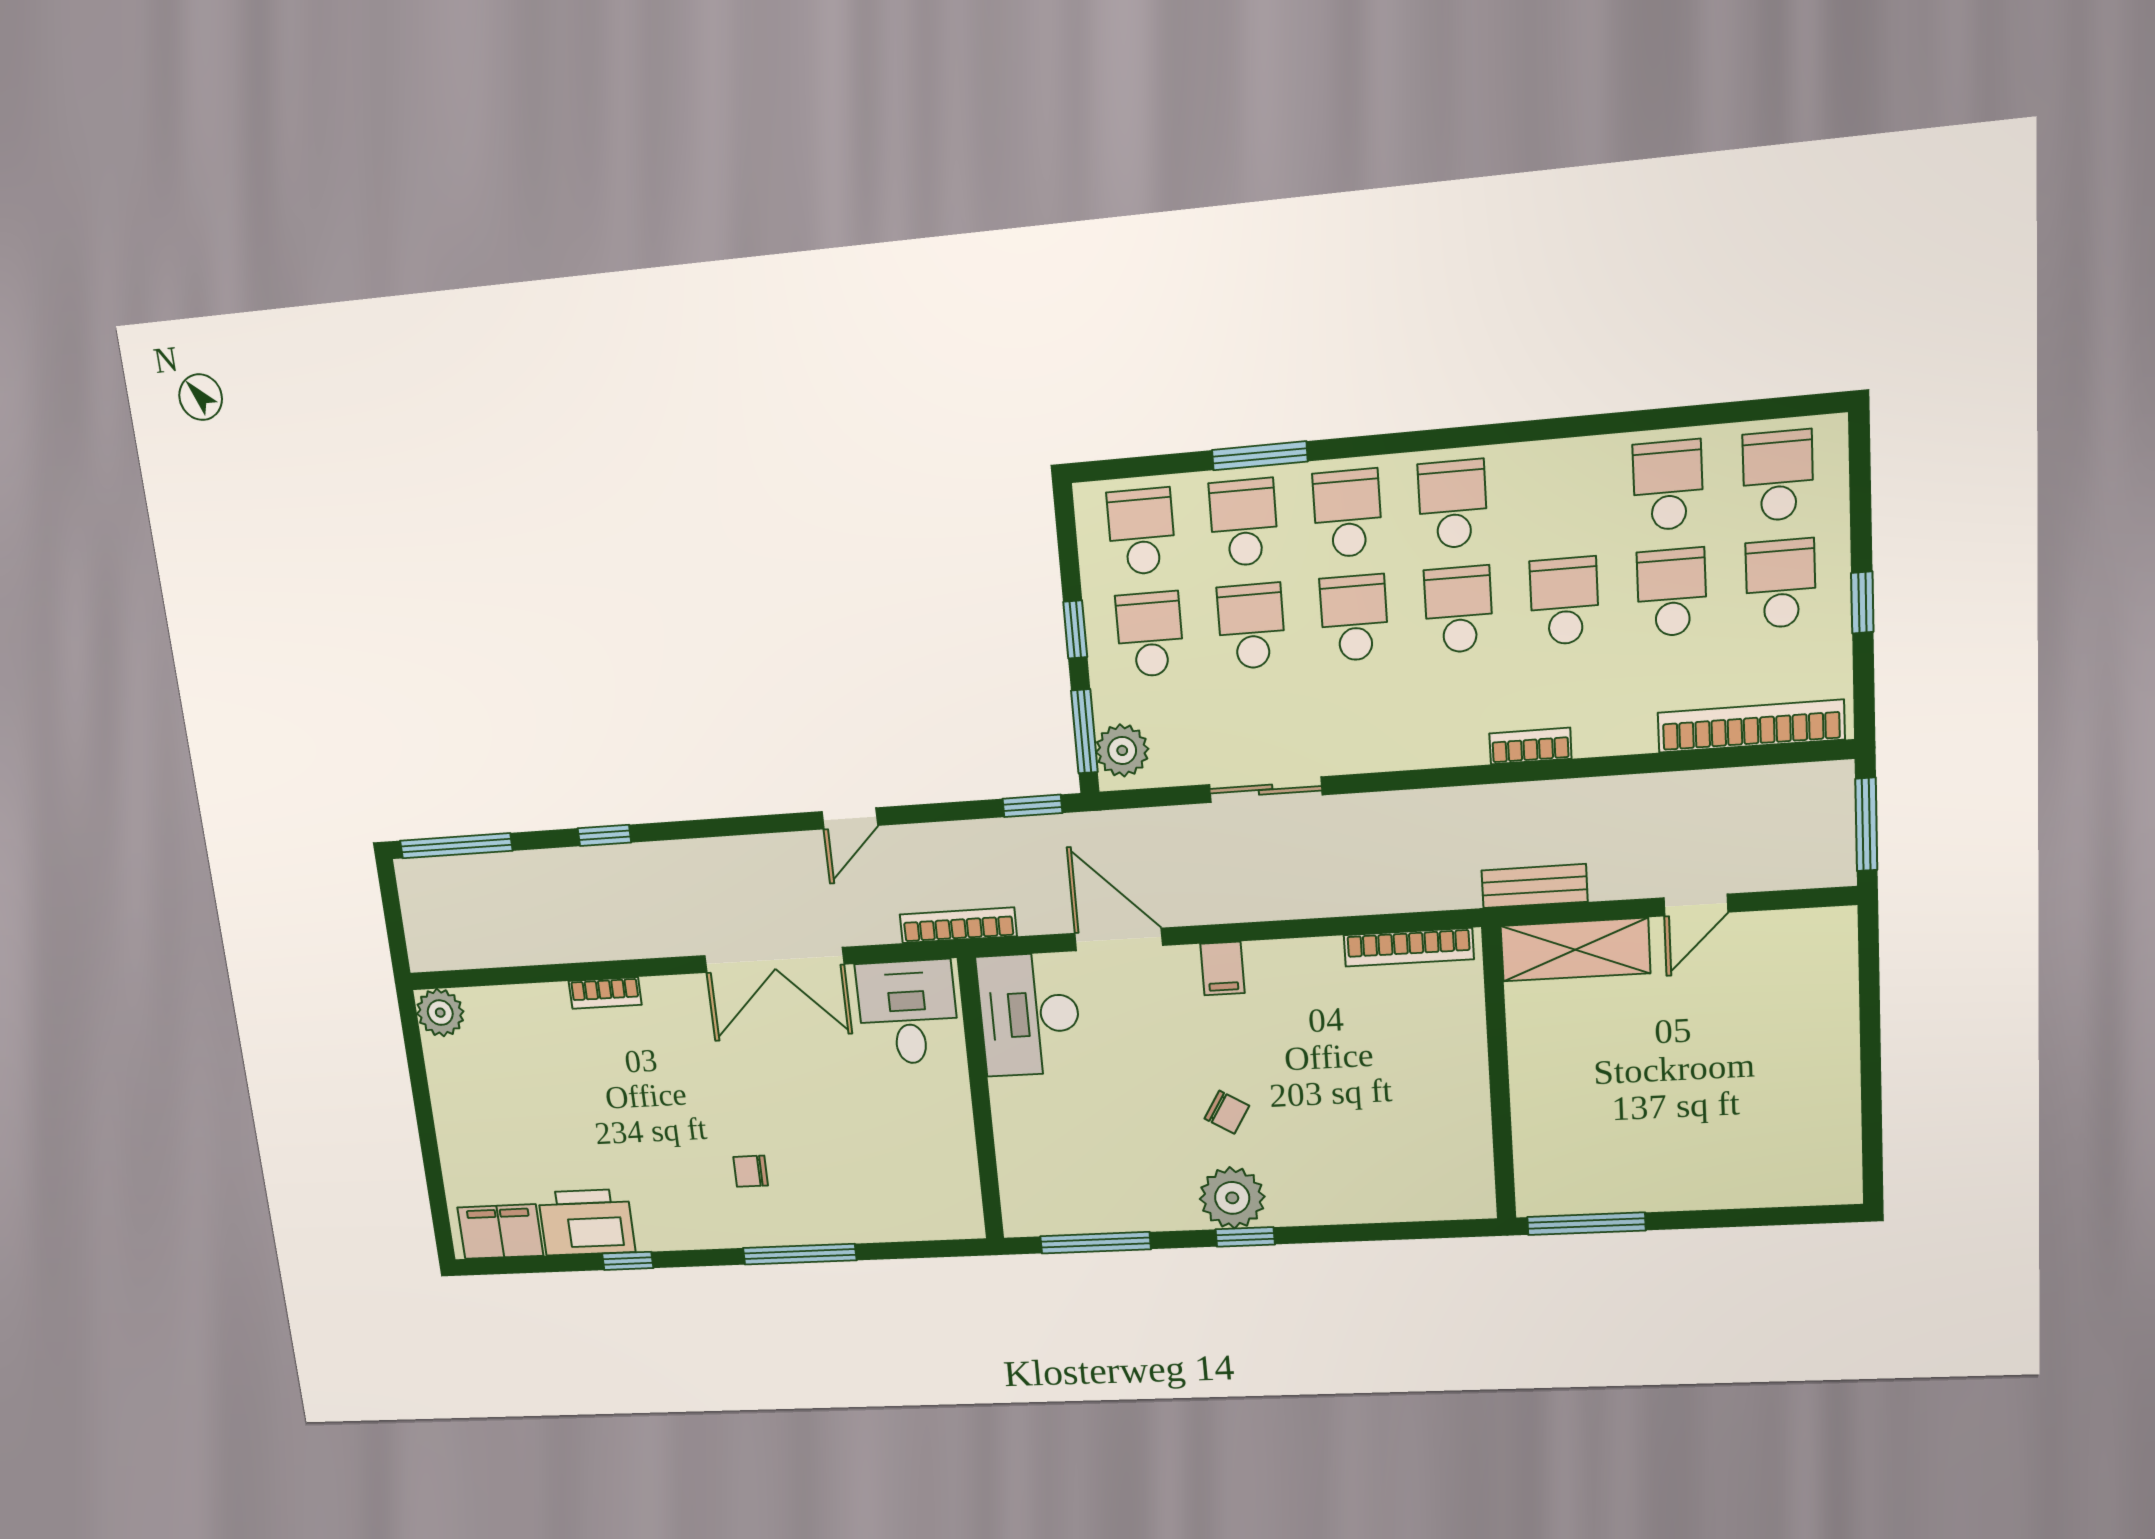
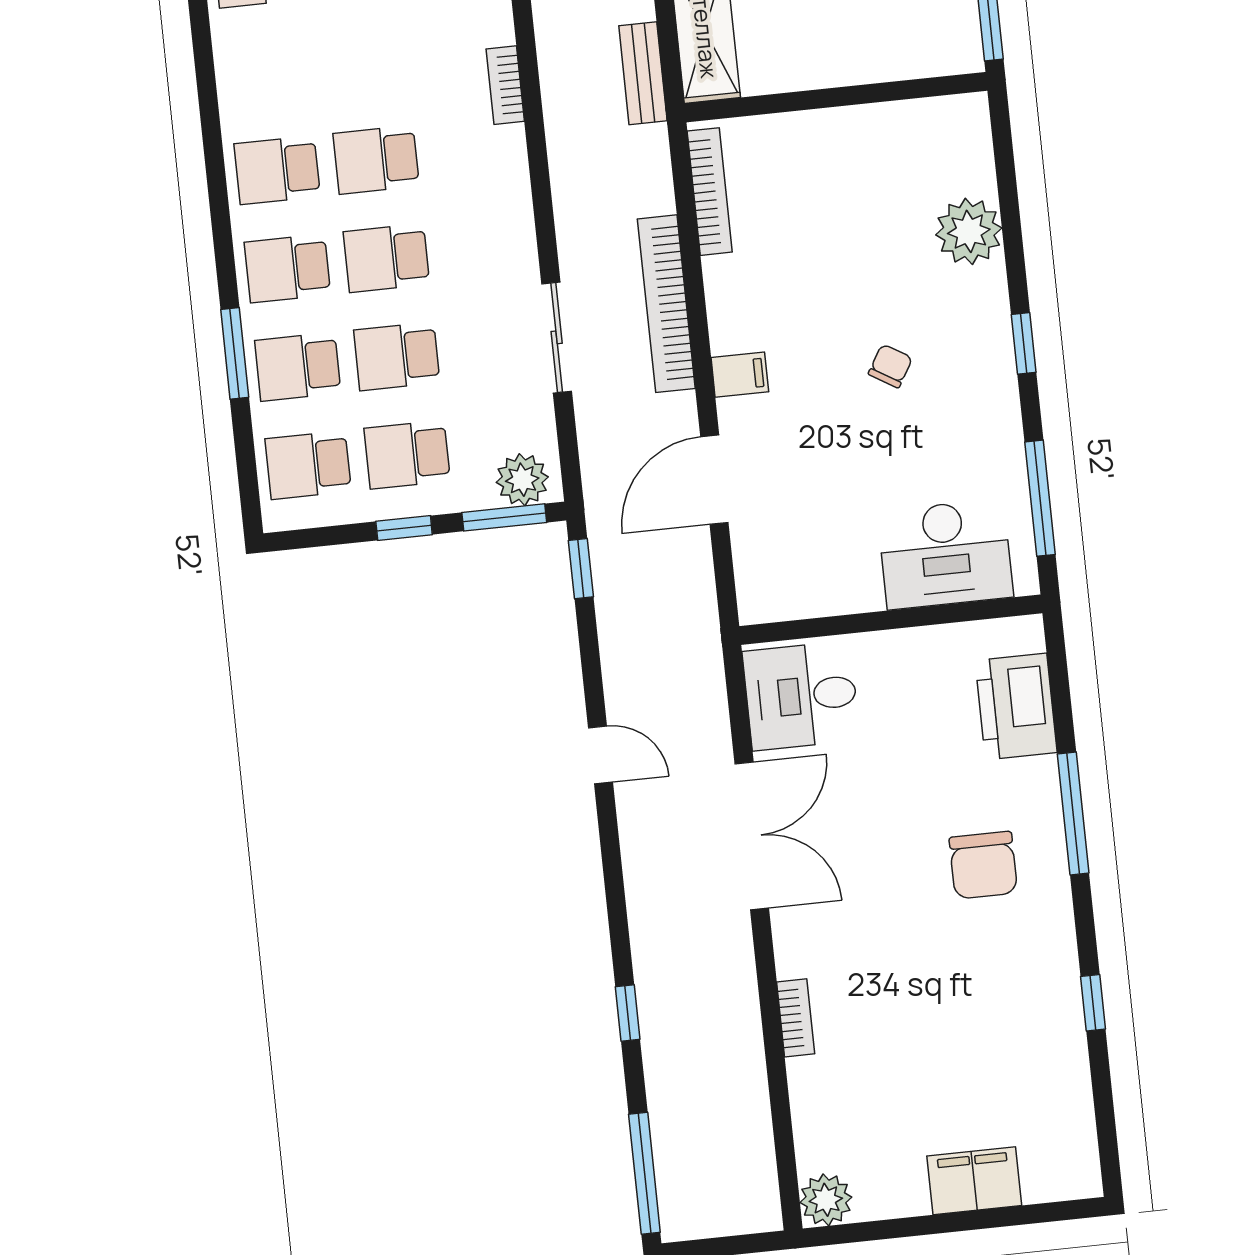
school desk: (1564, 601) -> (366, 61), removed
bookcase: (958, 925) -> (666, 304), moved, width x1.48, depth x1.31
desk: (1029, 1014) -> (945, 554), moved
chair: (751, 1171) -> (983, 865), width x1.87, depth x1.87
plant: (1232, 1198) -> (969, 231), moved
printer: (587, 1222) -> (1016, 706), moved
filing cabinet: (500, 1232) -> (974, 1181), moved, turned 90

